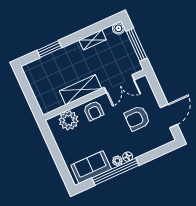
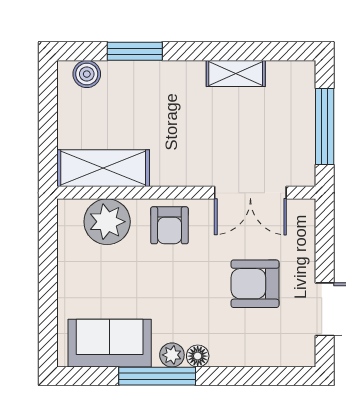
boiler: (118, 28) -> (87, 74), moved
shelving: (81, 90) -> (103, 168), moved
window: (115, 172) -> (157, 376), width x0.68

